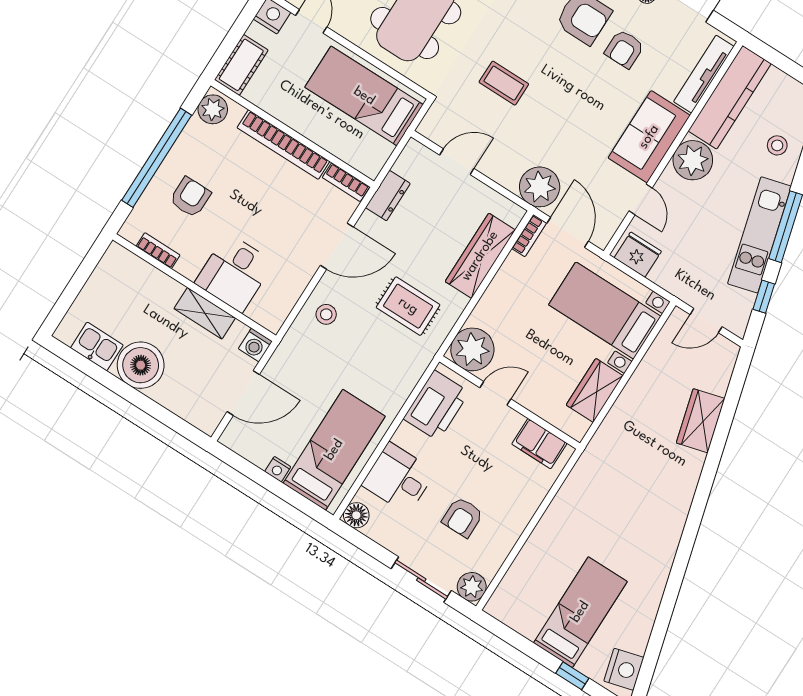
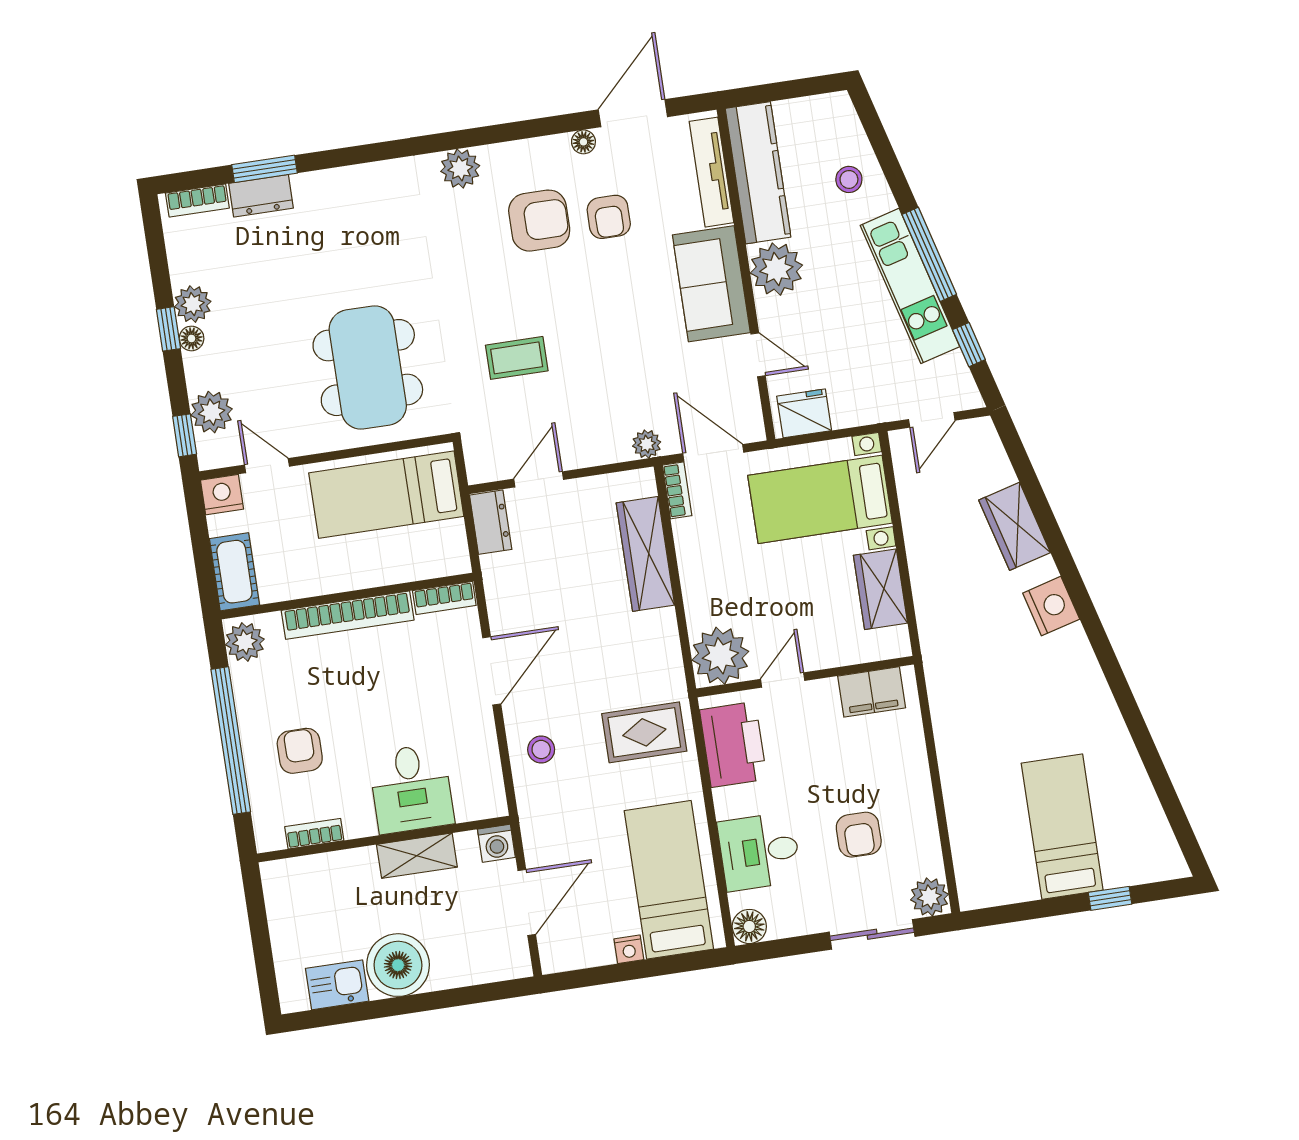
plant: (540, 187) -> (647, 444), width x0.53, depth x0.53
dresser: (388, 196) -> (491, 522), moved
rug: (408, 306) -> (644, 732), moved
nightstand: (624, 669) -> (1051, 606), moved

